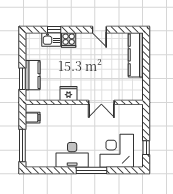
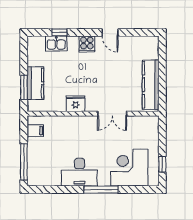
cooker: (69, 40) -> (87, 44), moved
kitchen counter: (136, 55) -> (151, 85), moved

